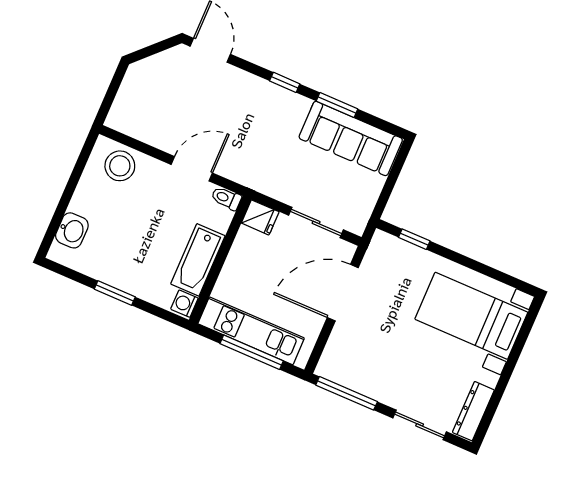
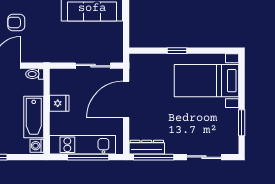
armchair: (232, 112) -> (16, 22), added
fridge: (260, 217) -> (59, 103), moved
window: (414, 239) -> (177, 51), moved
window: (496, 399) -> (242, 123), added
dresser: (473, 411) -> (147, 147), moved, turned 90

